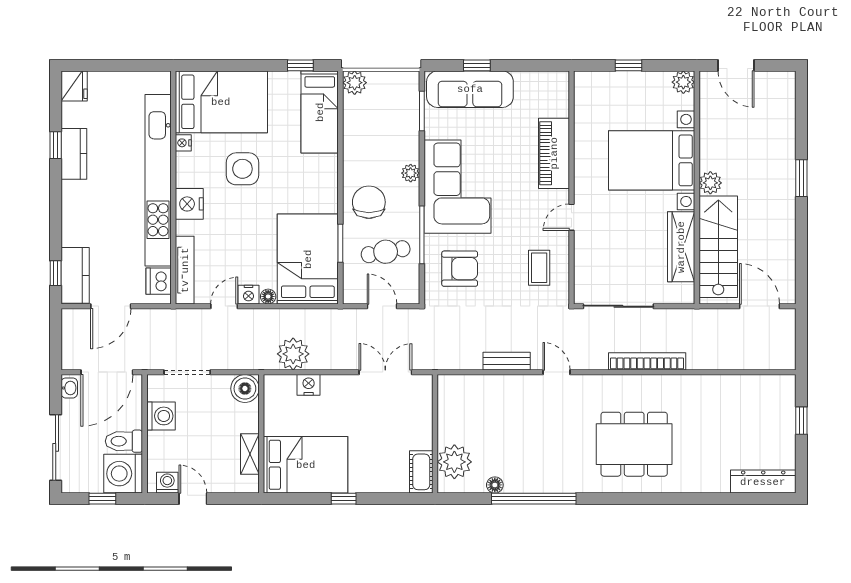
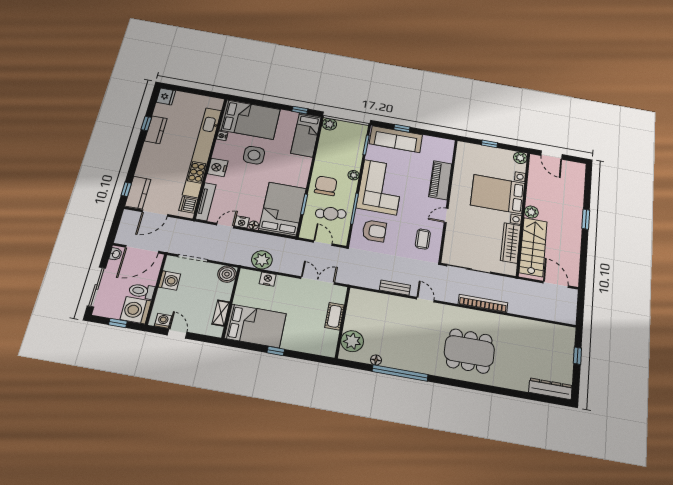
cot: (421, 472) -> (334, 316), moved

